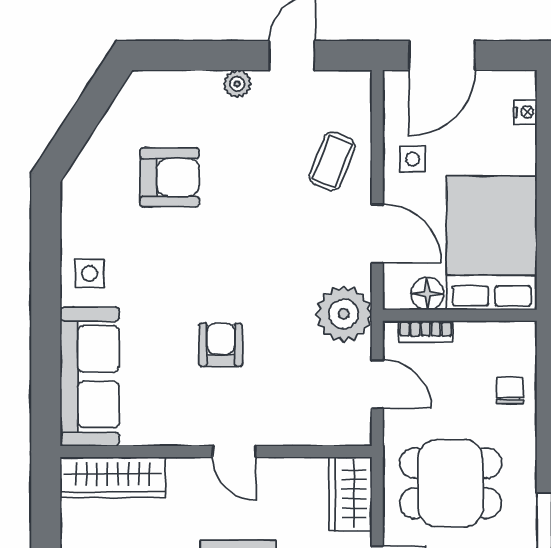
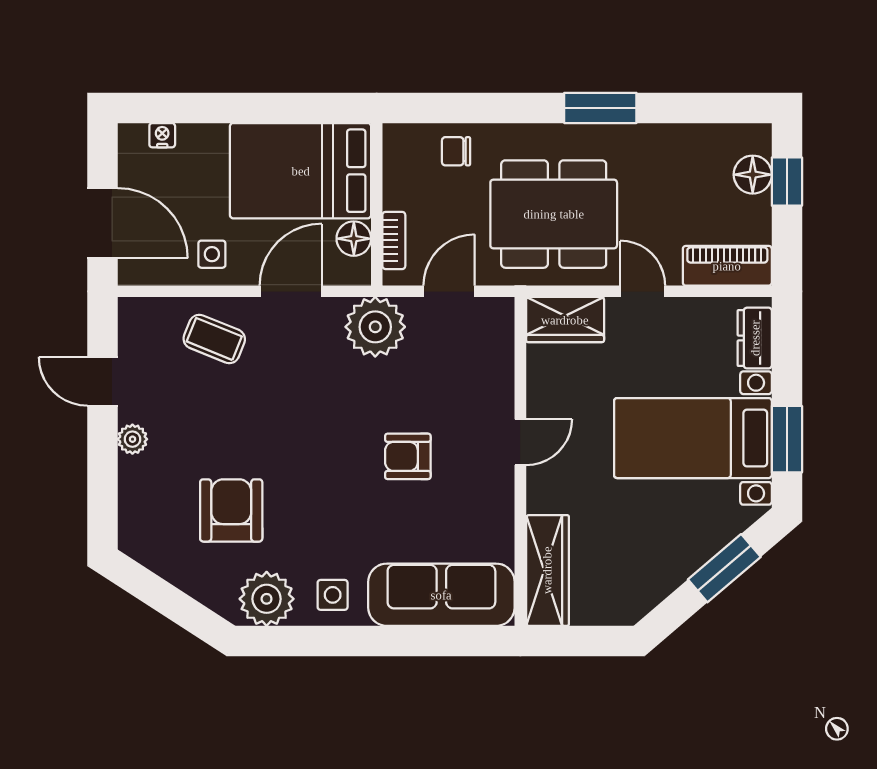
plant: (86, 211) -> (267, 599), added
dining table: (451, 483) -> (554, 214), width x1.38

